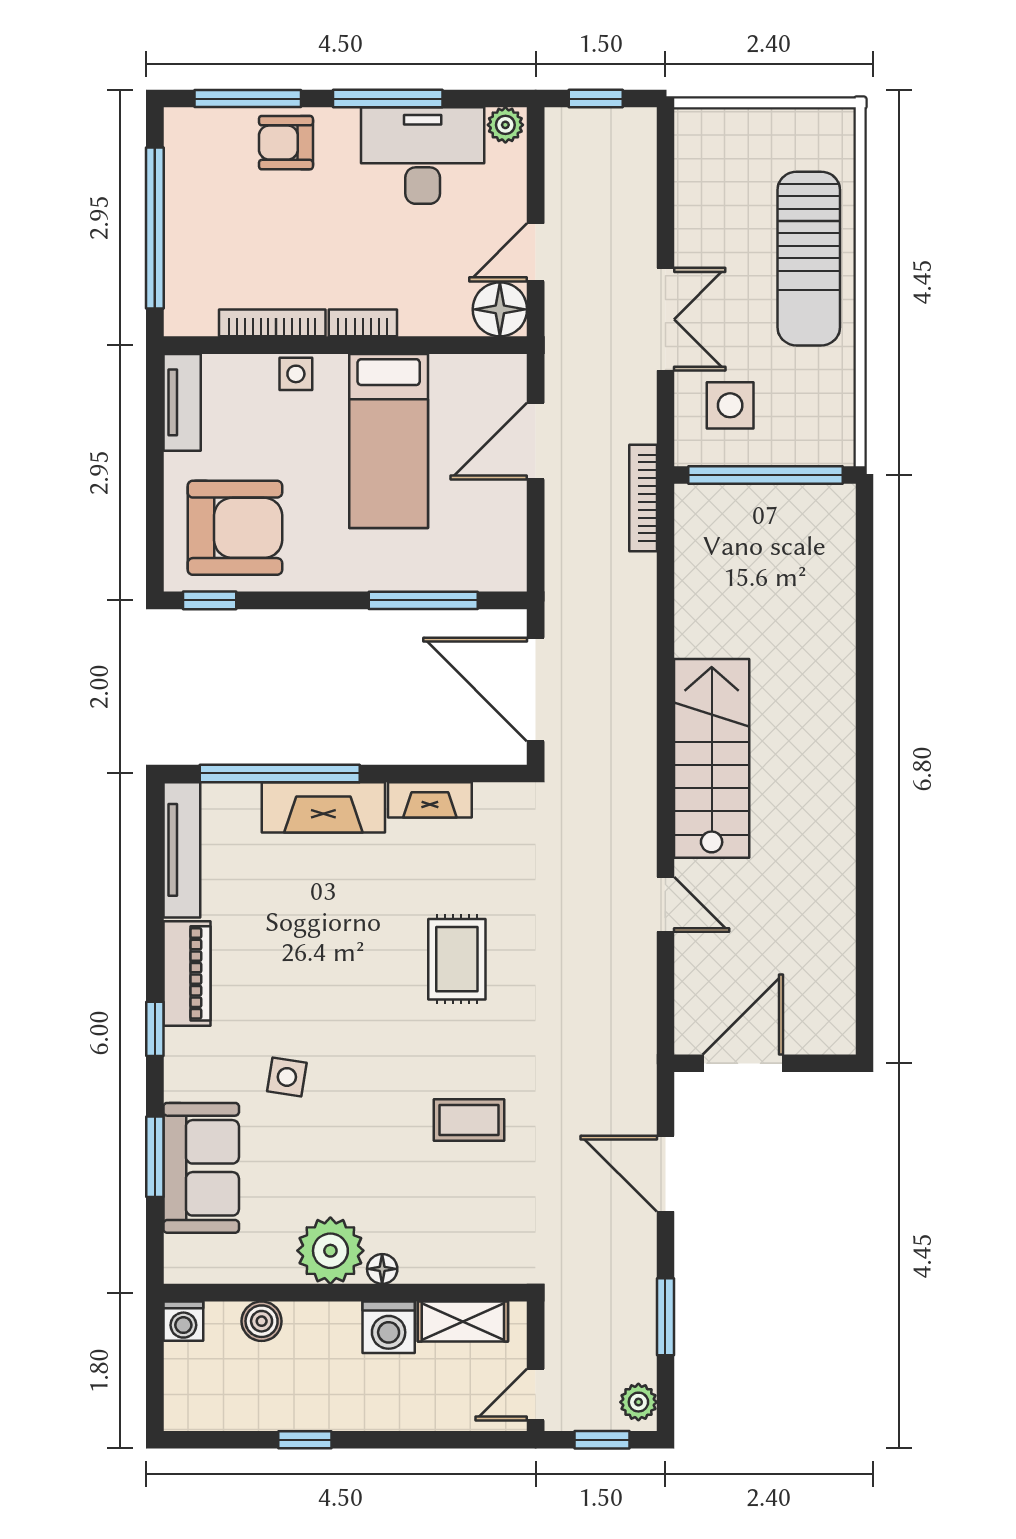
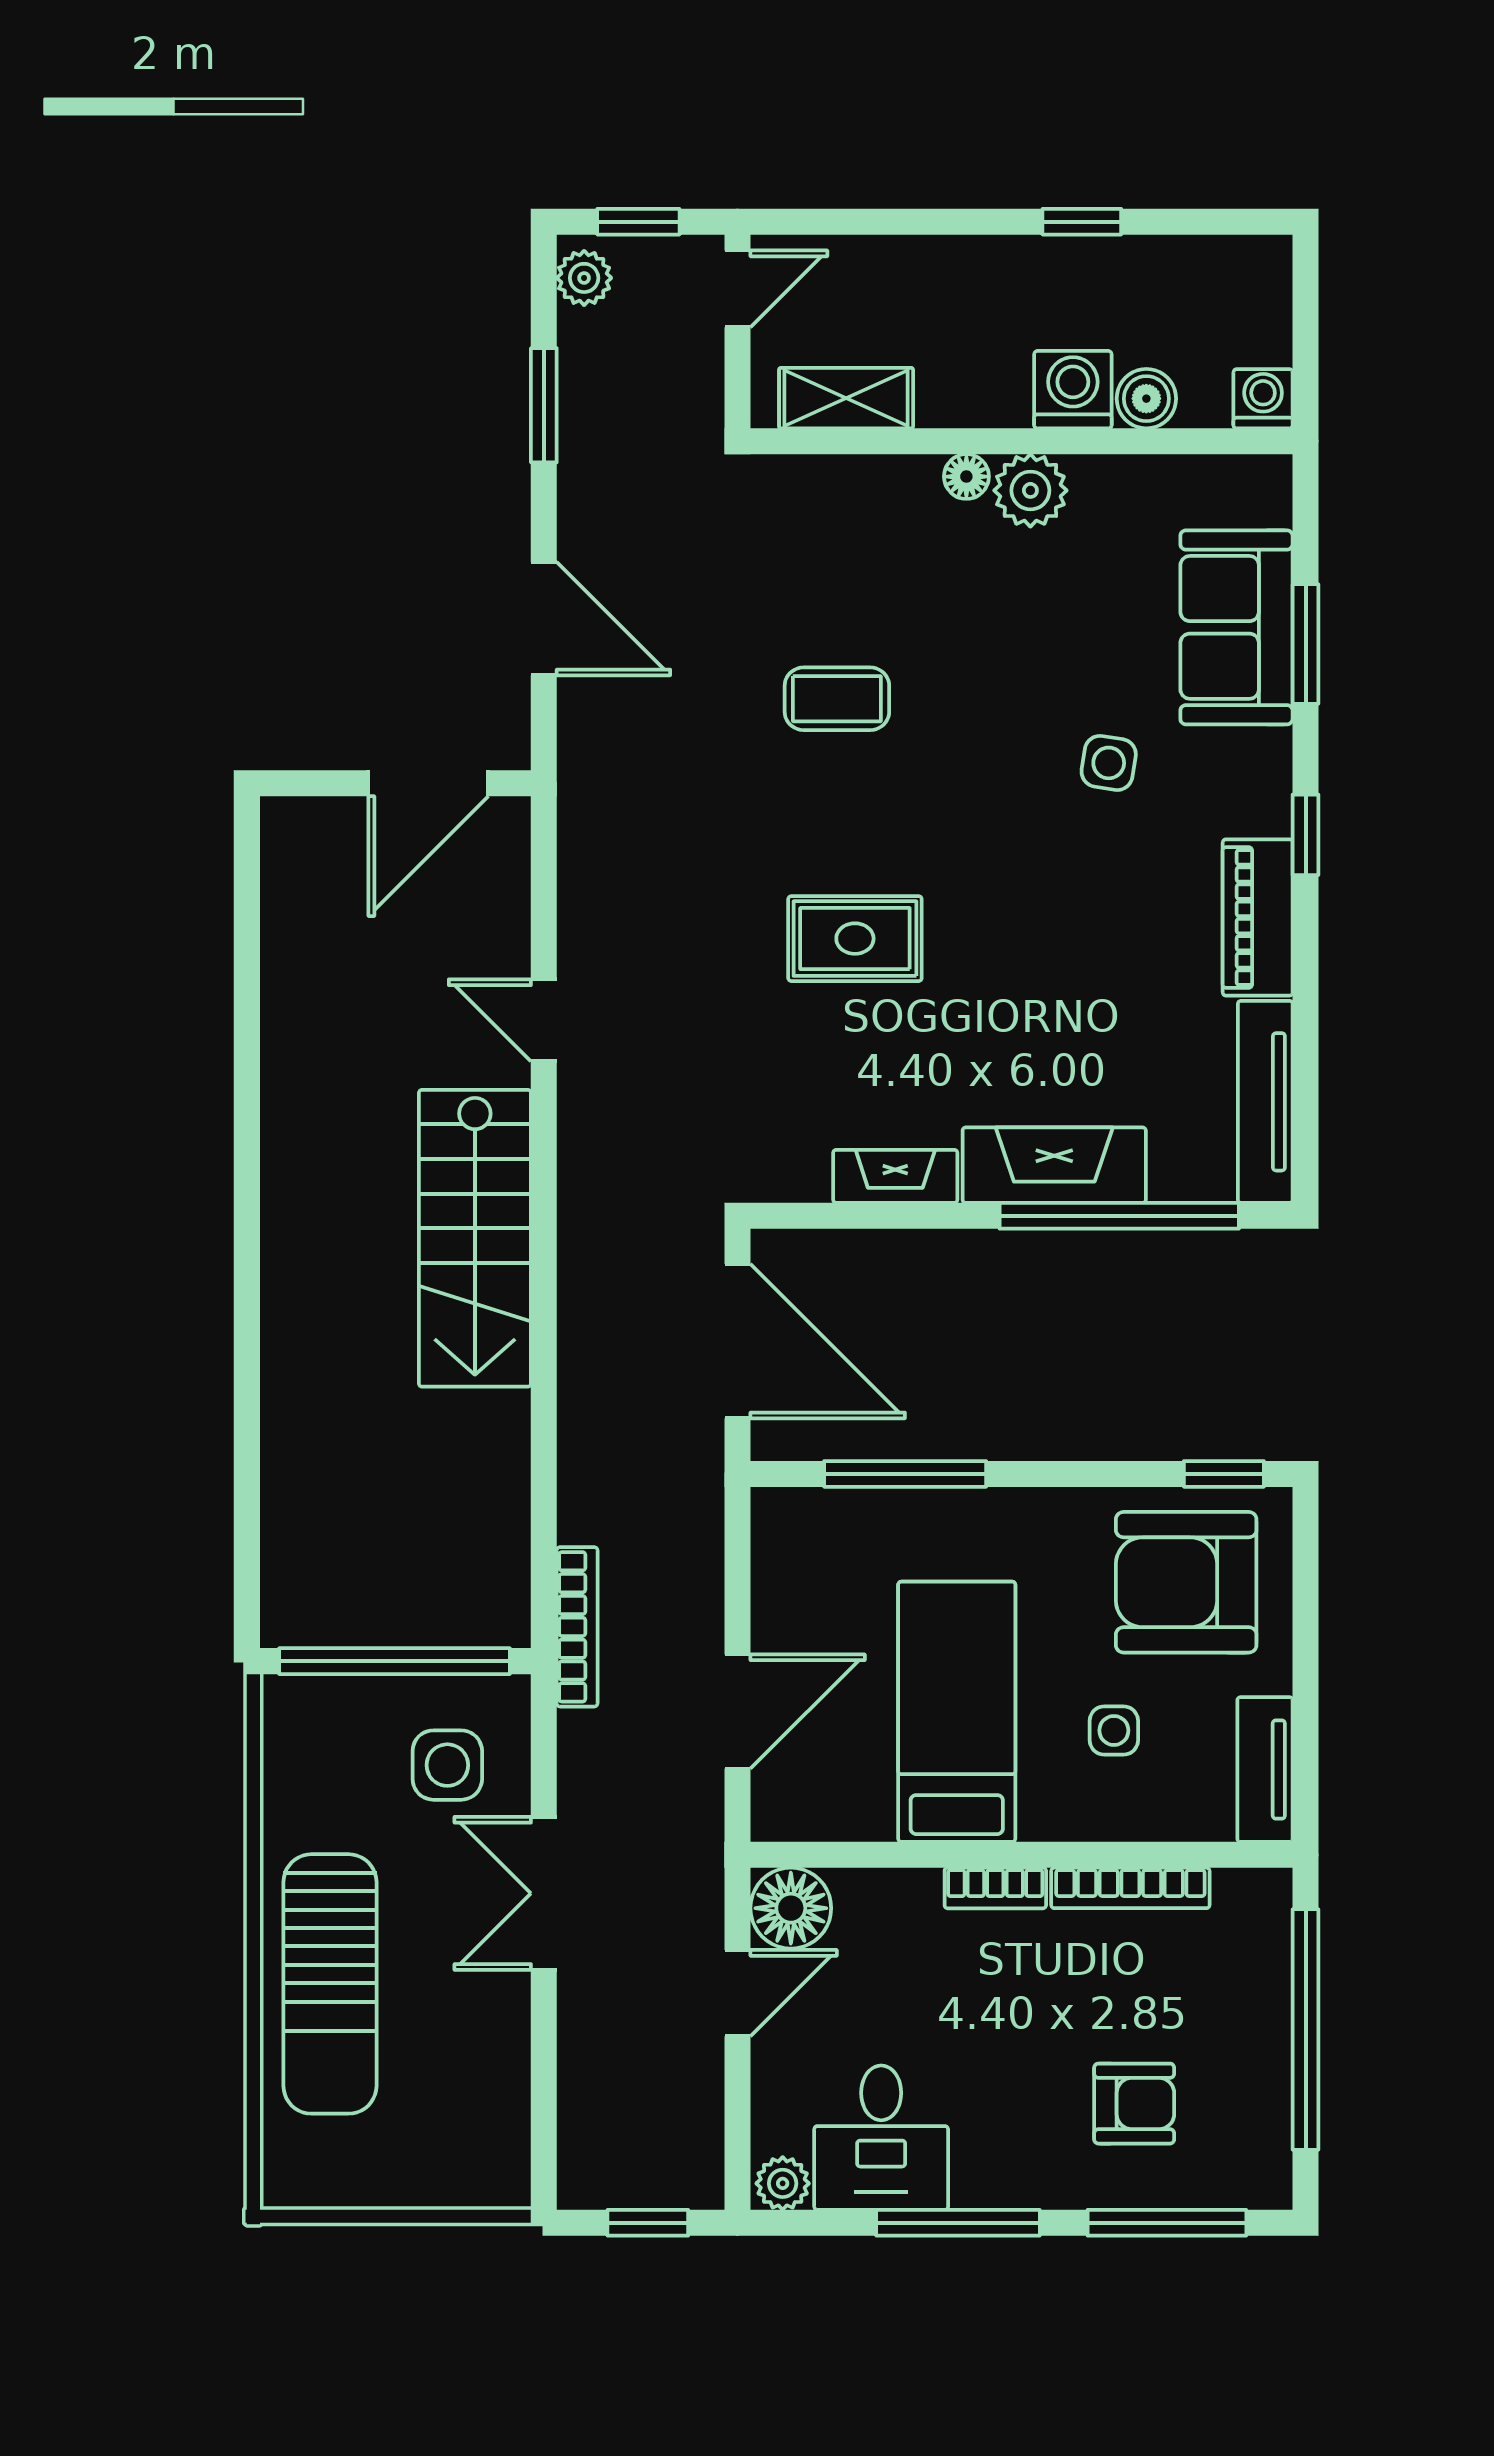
armchair: (286, 143) -> (1134, 2104), moved
desk: (423, 156) -> (881, 2138), width x0.73
sun lounger: (809, 259) -> (330, 1984), turned 180
side table: (296, 374) -> (1114, 1730), moved
rug: (457, 959) -> (855, 939), turned 90
plant: (330, 1251) -> (1030, 490), width x0.73, depth x0.73
washing machine: (389, 1327) -> (1073, 390), moved

